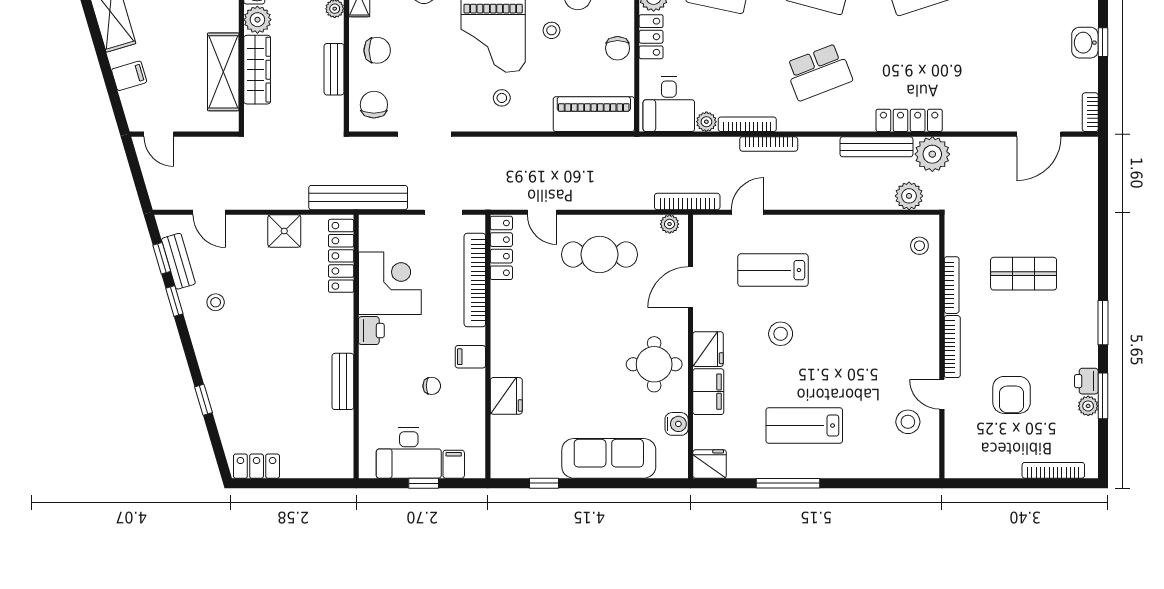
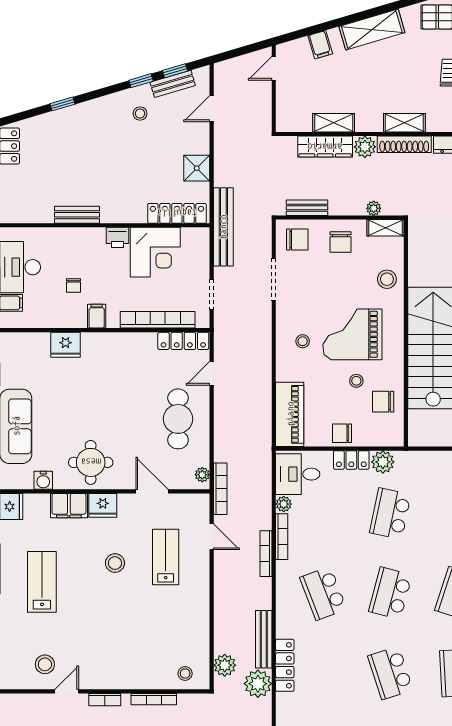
bench: (334, 69) -> (307, 208), moved
shelving: (223, 72) -> (334, 123), width x0.67, depth x0.75
bookcase: (952, 347) -> (105, 700), width x0.64

